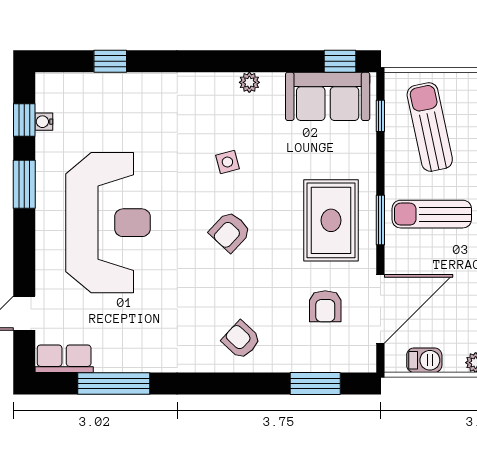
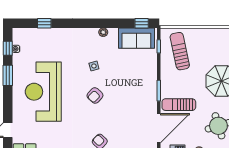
sun lounger: (432, 214) -> (179, 105), moved
rug: (331, 220) -> (138, 91), removed
reception desk: (108, 223) -> (43, 92), turned 180
armchair: (325, 306) -> (135, 127), removed

